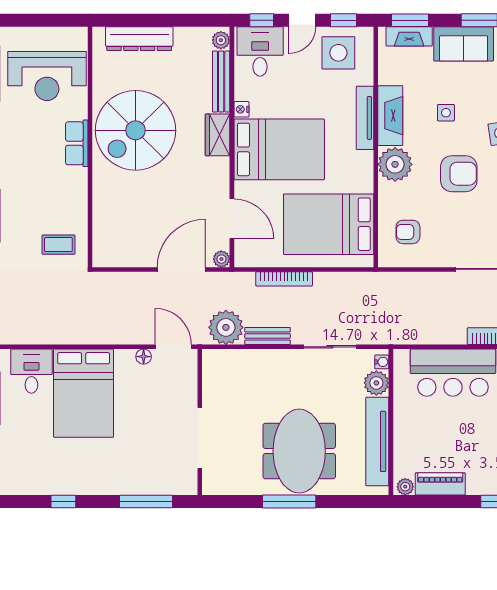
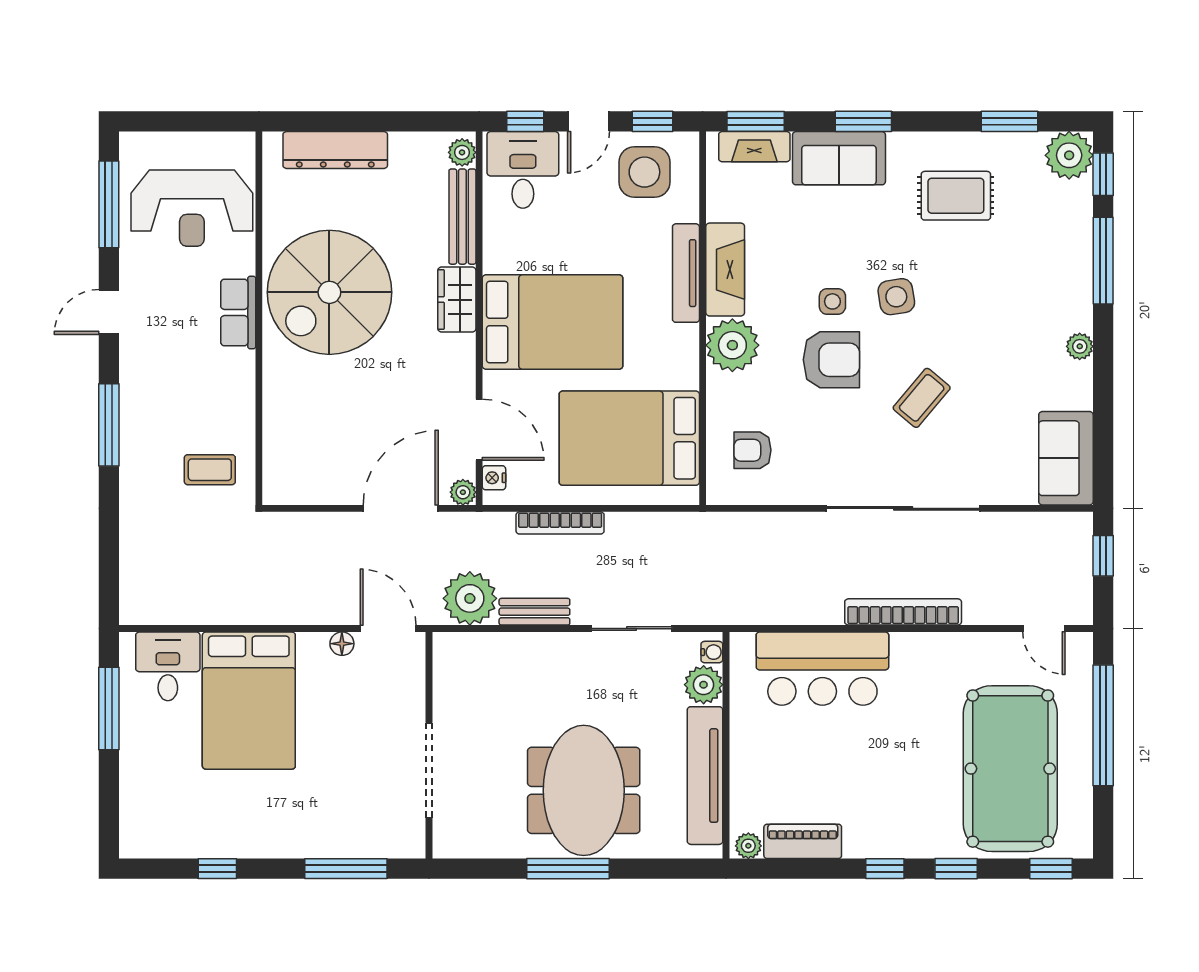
nightstand: (241, 109) -> (494, 478), moved
side table: (446, 113) -> (832, 301), moved

